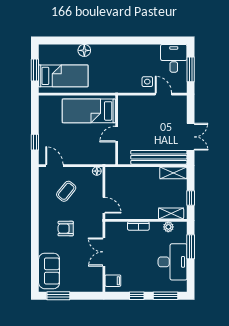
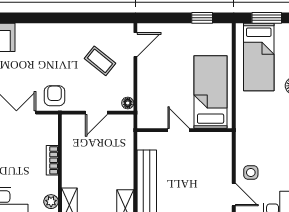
door: (163, 94) -> (234, 195), hinge flipped
window: (35, 142) -> (202, 18), moved
door: (104, 205) -> (96, 113), moved
armchair: (66, 229) -> (55, 96), moved

